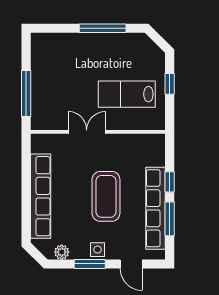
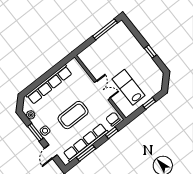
window: (103, 28) -> (150, 52), width x0.46
window: (26, 93) -> (105, 29), moved
double door: (87, 132) -> (102, 90), moved
chair: (153, 148) -> (113, 119), added
window: (170, 182) -> (112, 133), moved

